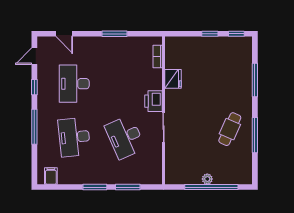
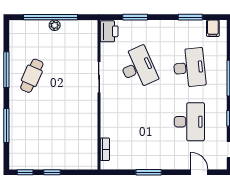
fridge: (173, 79) -> (89, 127), removed
printer: (153, 101) -> (109, 31), moved
window: (95, 187) -> (190, 17), moved

